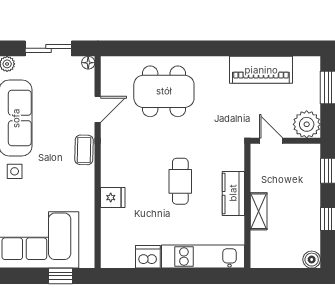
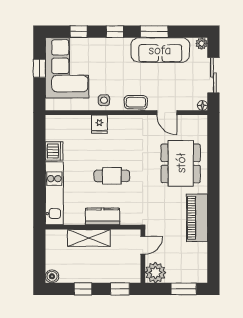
piano: (261, 70) -> (197, 218), moved
side table: (15, 171) -> (104, 100), moved
shelving: (259, 211) -> (89, 238), width x1.50, depth x1.33
window: (60, 276) -> (39, 68), moved

